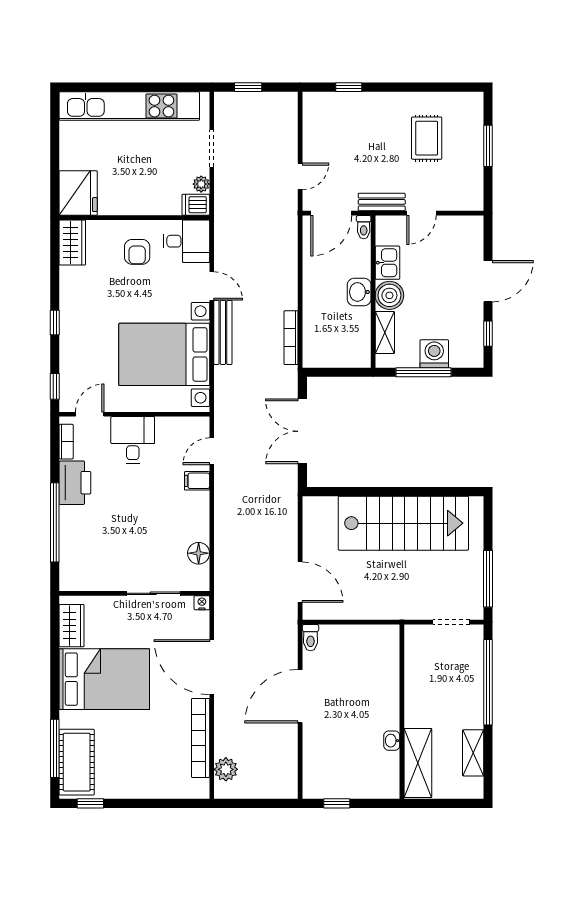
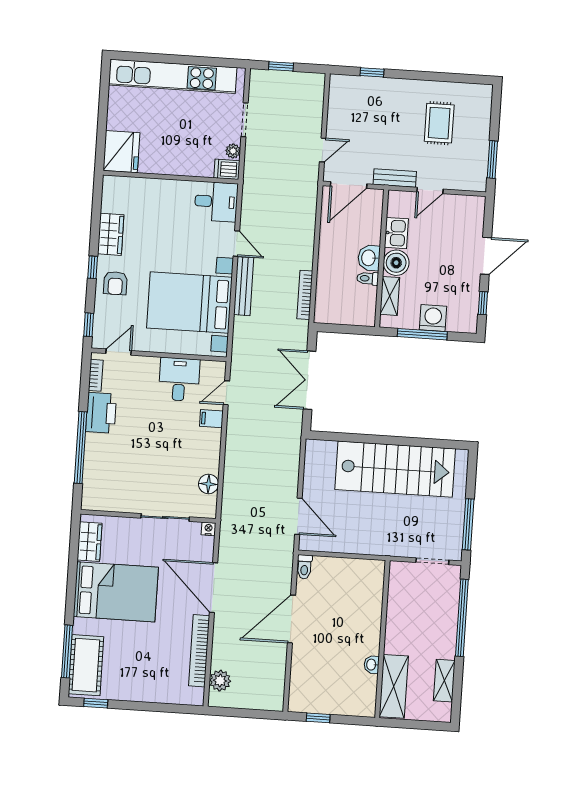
window: (488, 146) -> (492, 160), moved
toilet: (364, 227) -> (368, 278), moved, turned 90
wardrobe: (72, 242) -> (111, 234), moved
armchair: (137, 252) -> (115, 283), moved
desk: (133, 440) -> (179, 379), moved

